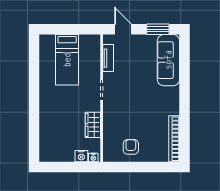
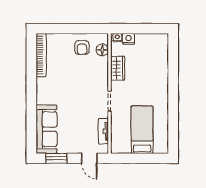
floor lamp: (109, 144) -> (102, 50), added

